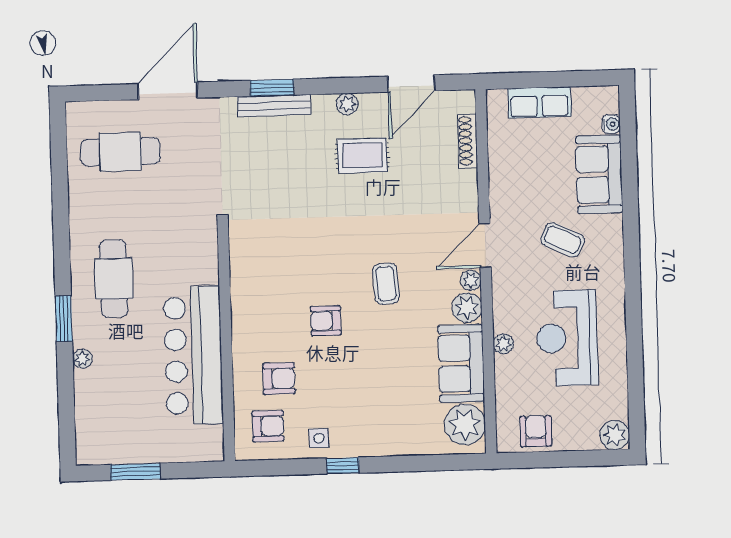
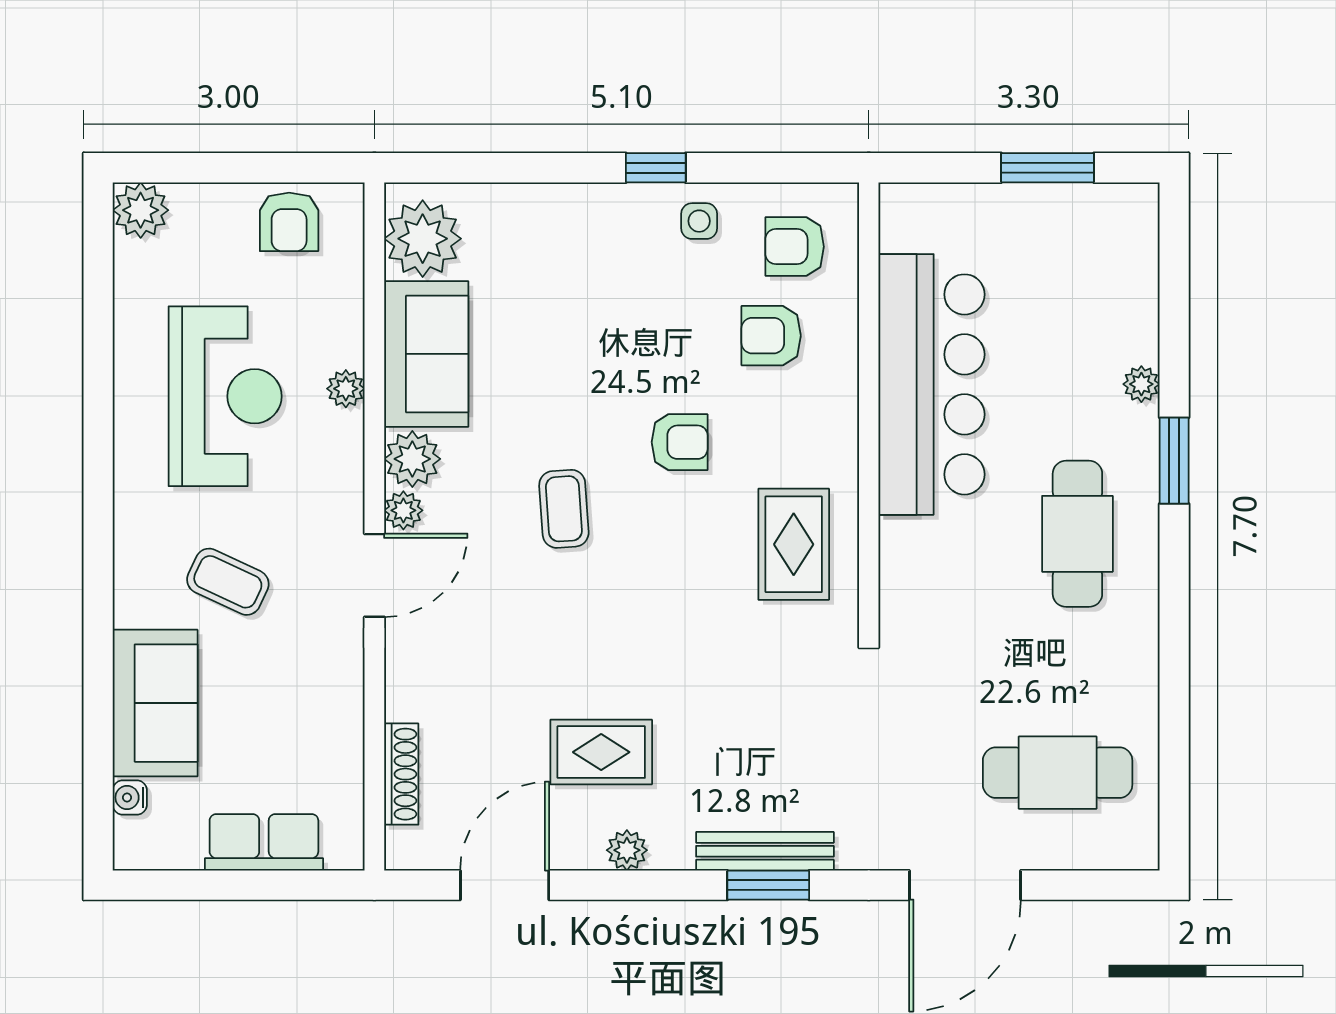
rug: (264, 268) -> (794, 544), added

